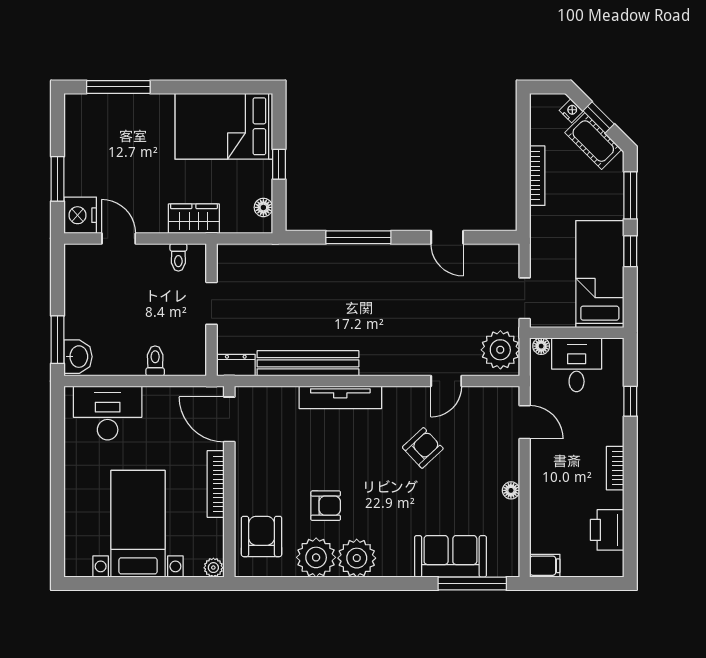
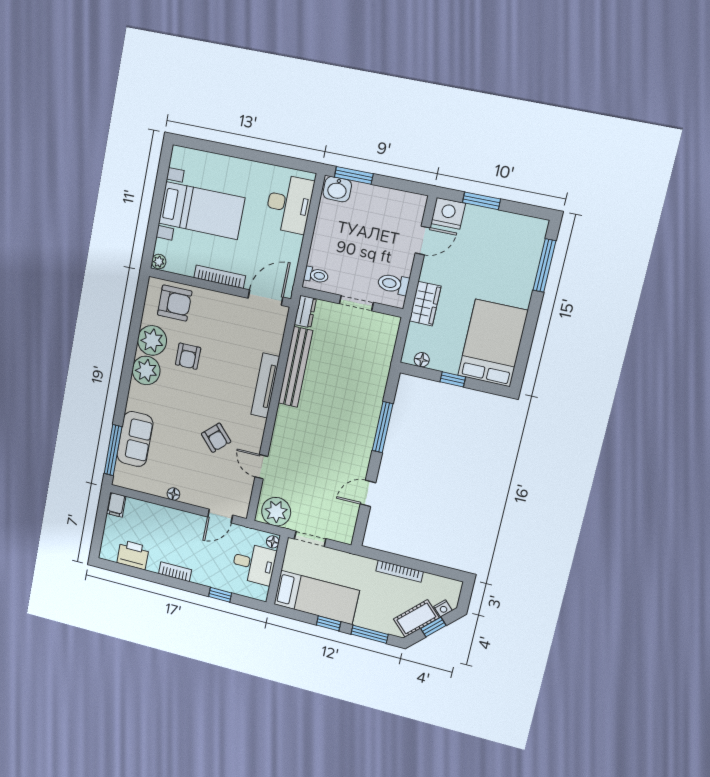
toilet: (178, 257) -> (393, 284), width x1.37, depth x1.39
toilet: (155, 361) -> (316, 275), moved

